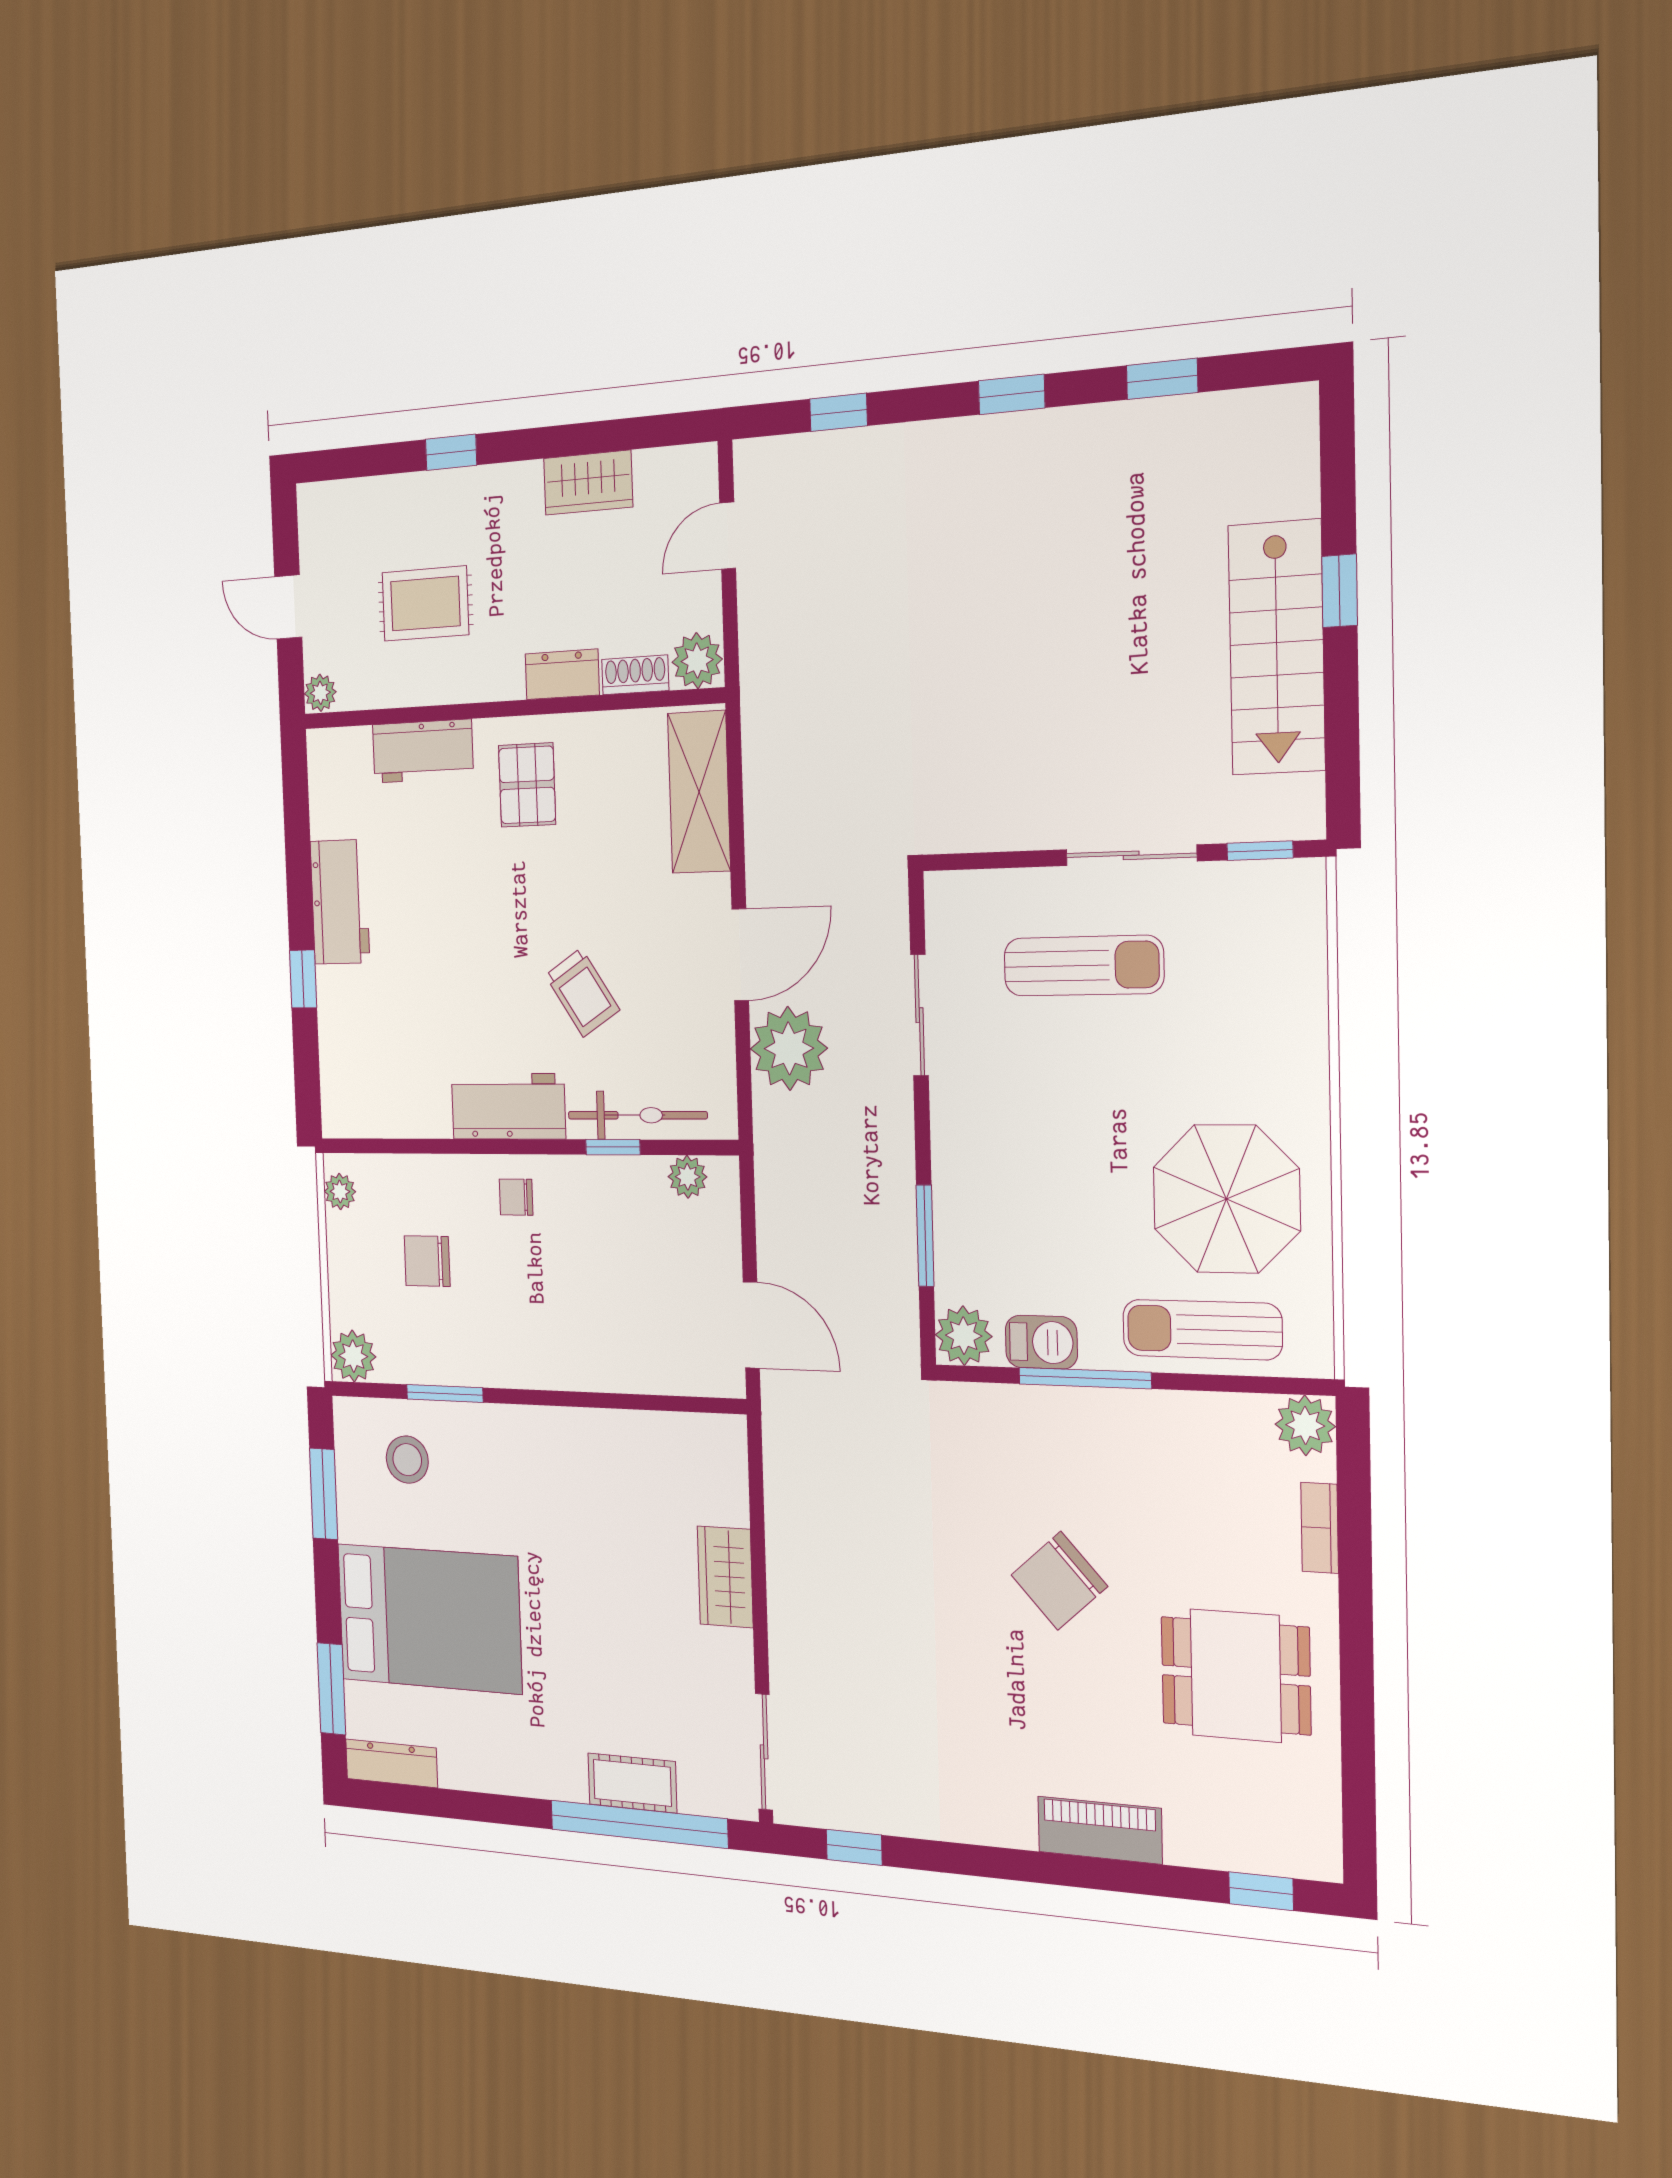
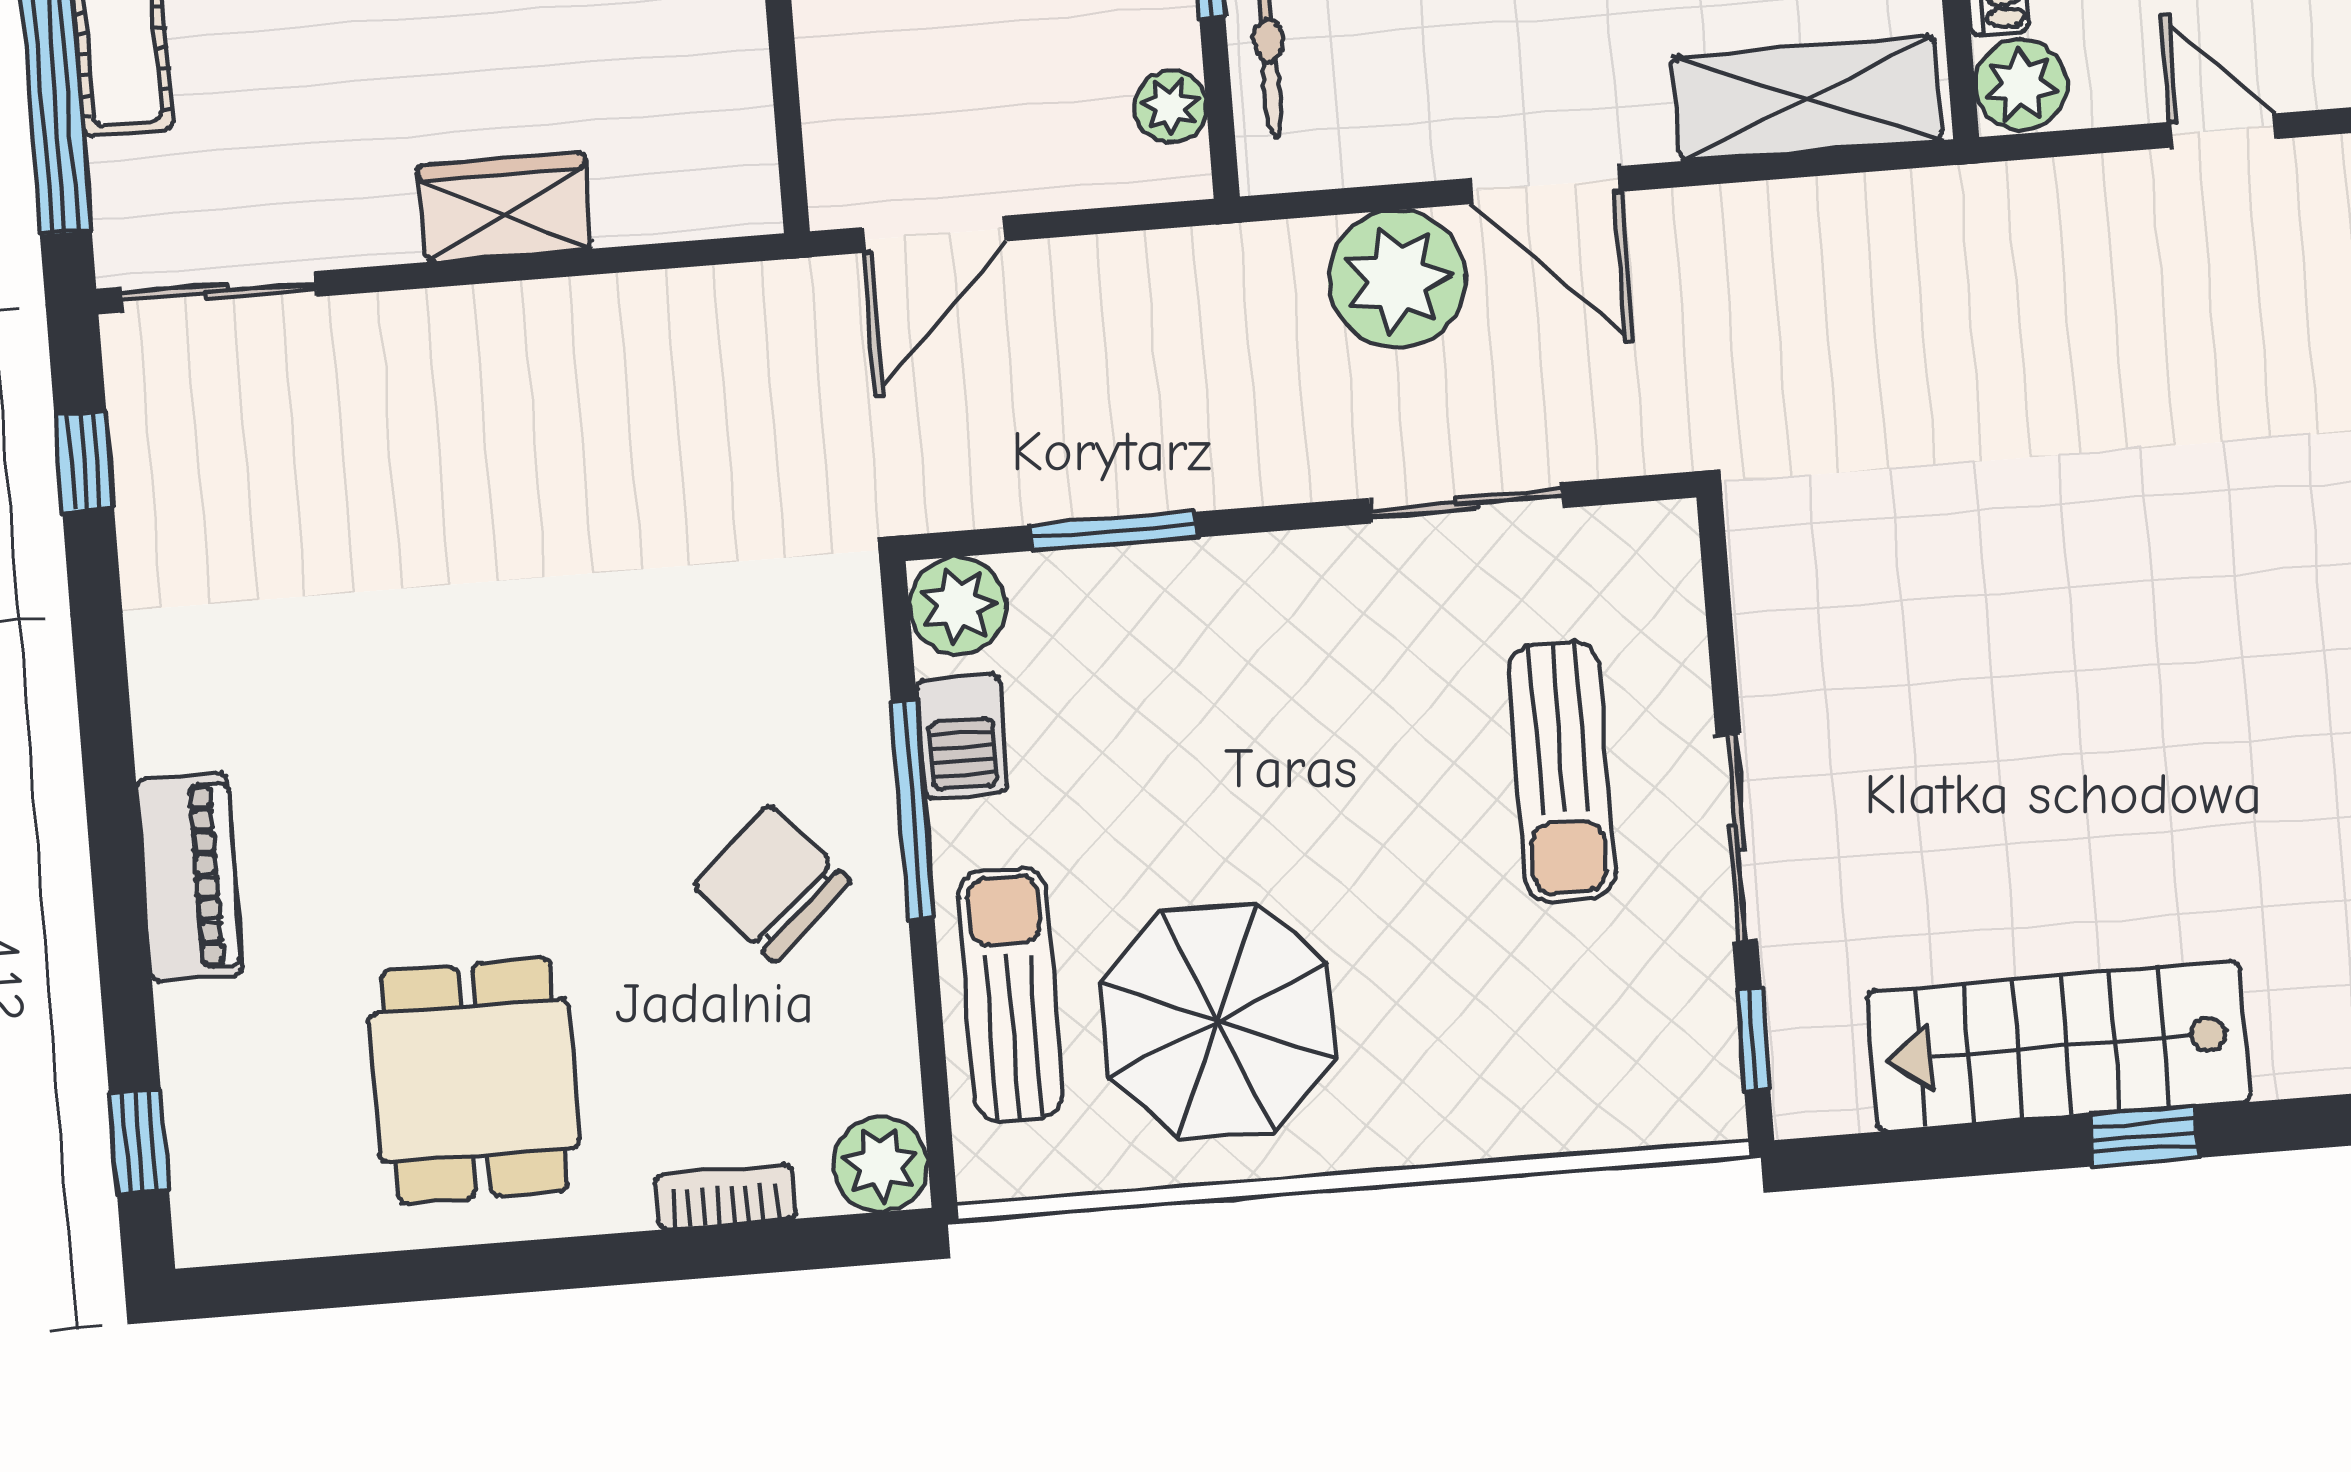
chair: (1059, 1581) -> (772, 883), moved

